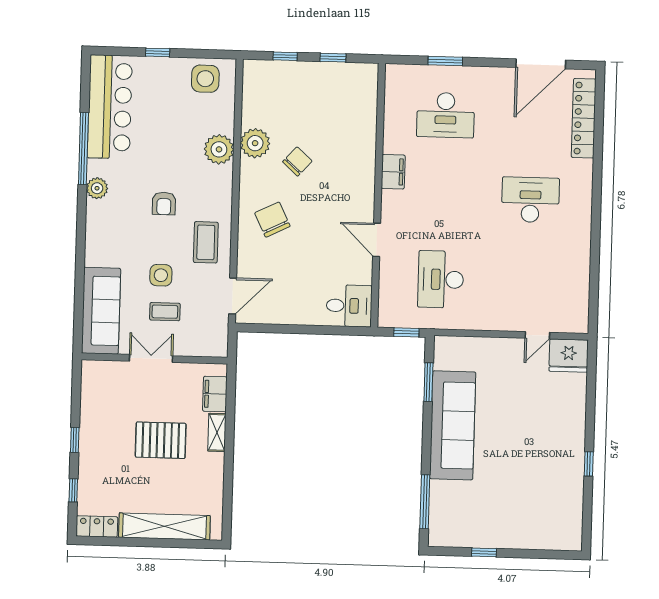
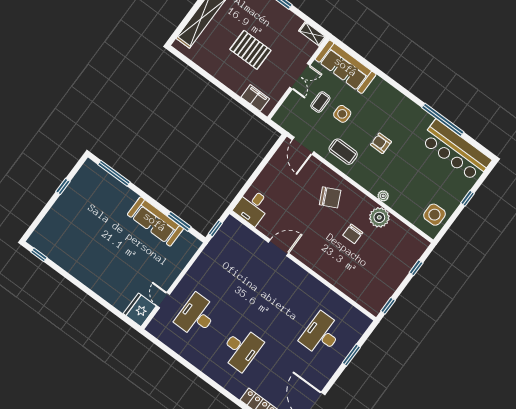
window: (333, 58) -> (388, 306), moved
plant: (219, 149) -> (383, 196), width x0.53, depth x0.53
chair: (297, 161) -> (353, 234), turned 48
filing cabinet: (393, 172) -> (310, 283), removed
plant: (97, 188) -> (415, 112), removed
desk: (441, 279) -> (196, 316), moved, turned -90
sofa: (453, 425) -> (155, 222), width x0.74, depth x0.79
shelving: (217, 432) -> (312, 34), moved
pallet: (161, 440) -> (250, 50), turned 90
window: (589, 464) -> (39, 255), moved

